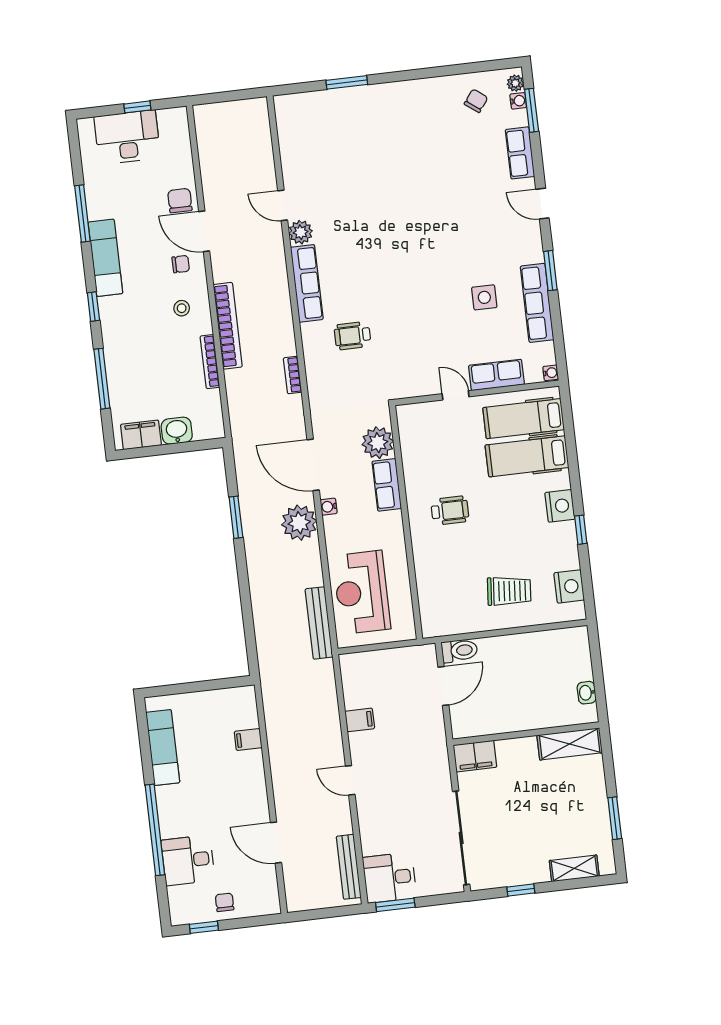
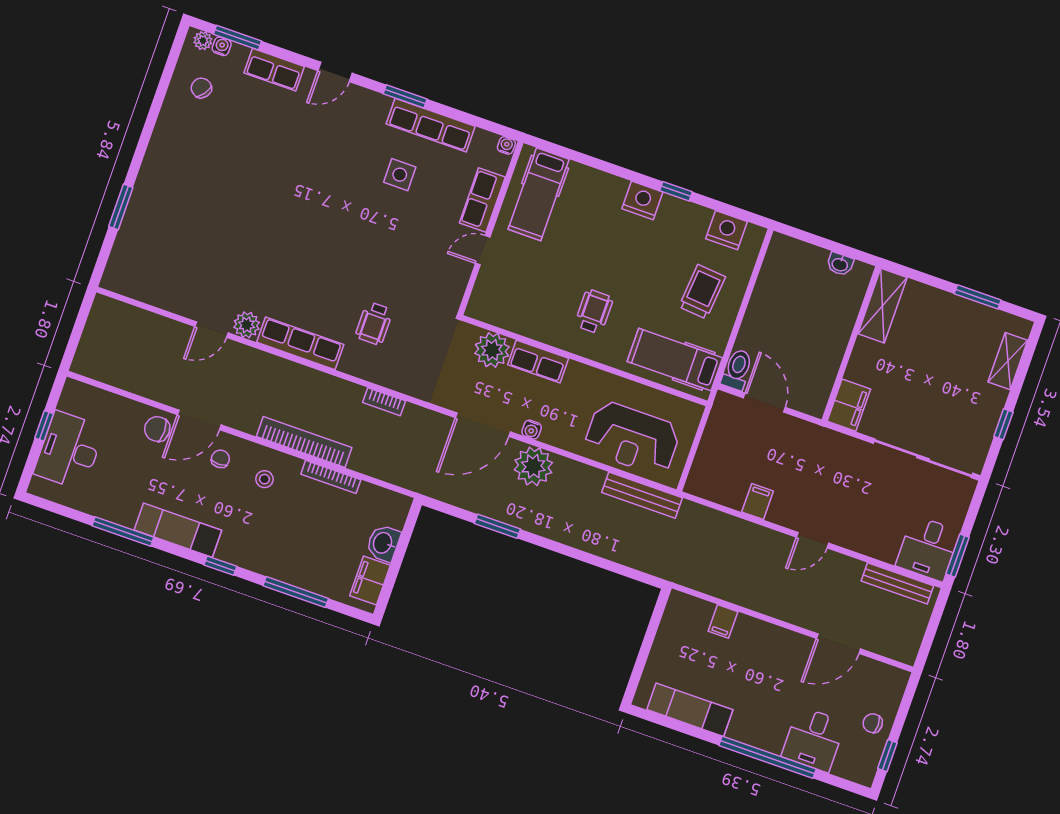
hospital bed: (527, 456) -> (675, 360), moved, turned 90

